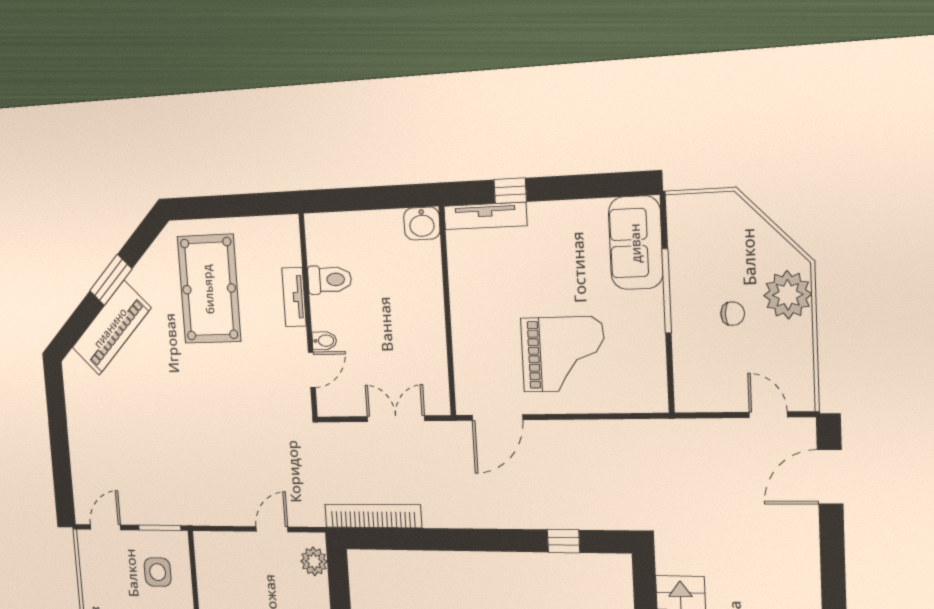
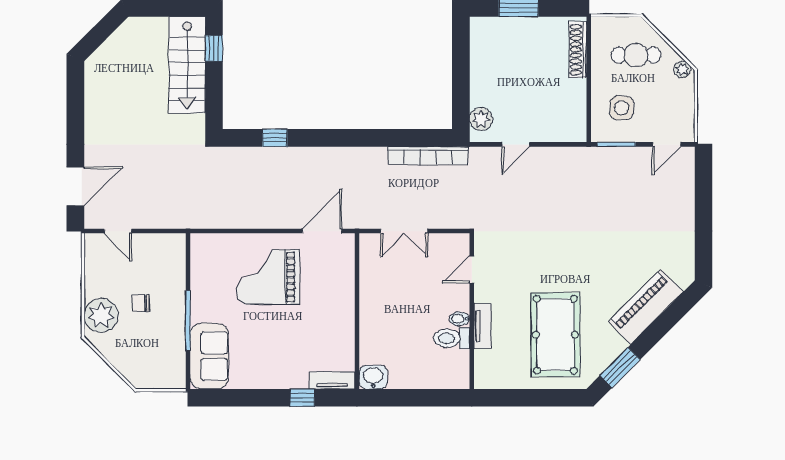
tv unit: (485, 216) -> (332, 380), width x0.71
window: (111, 280) -> (620, 368), moved
bidet: (324, 341) -> (459, 319), moved

